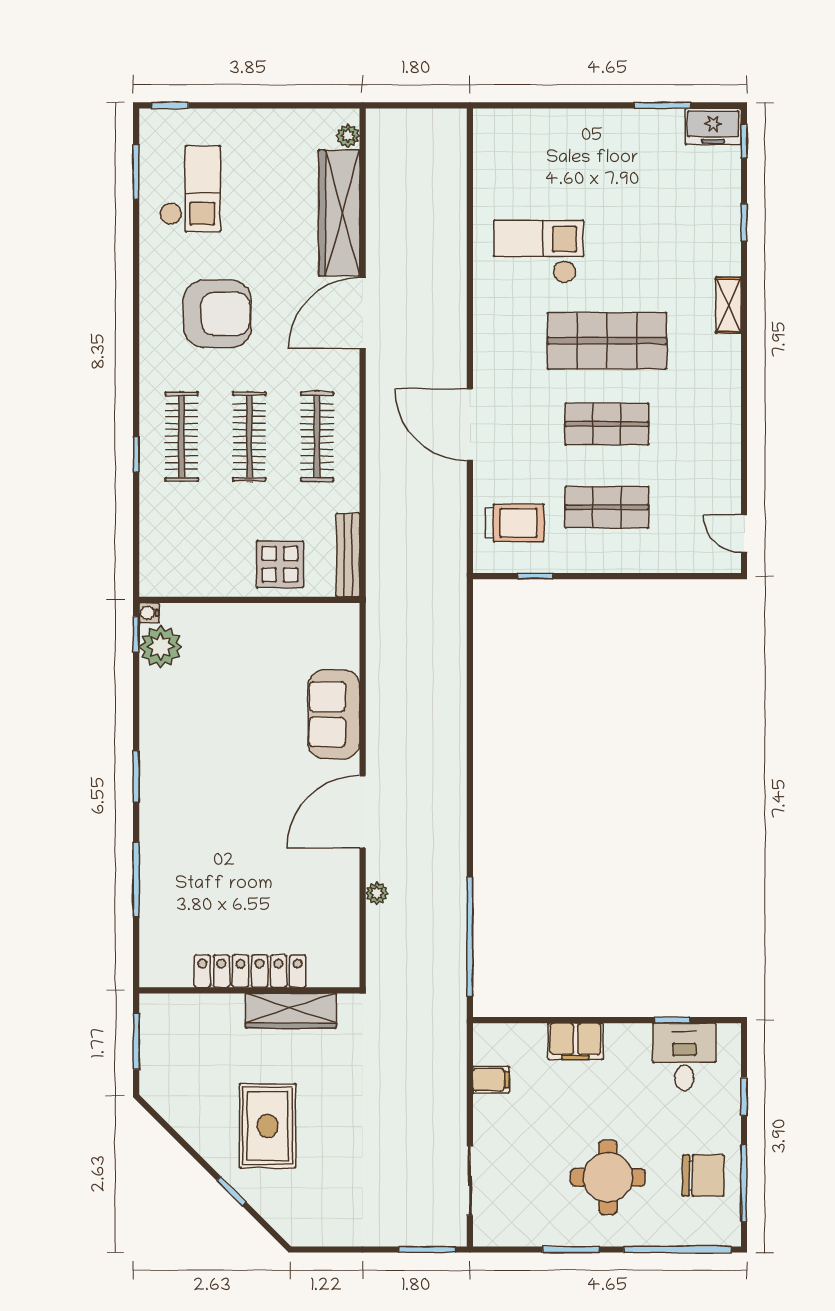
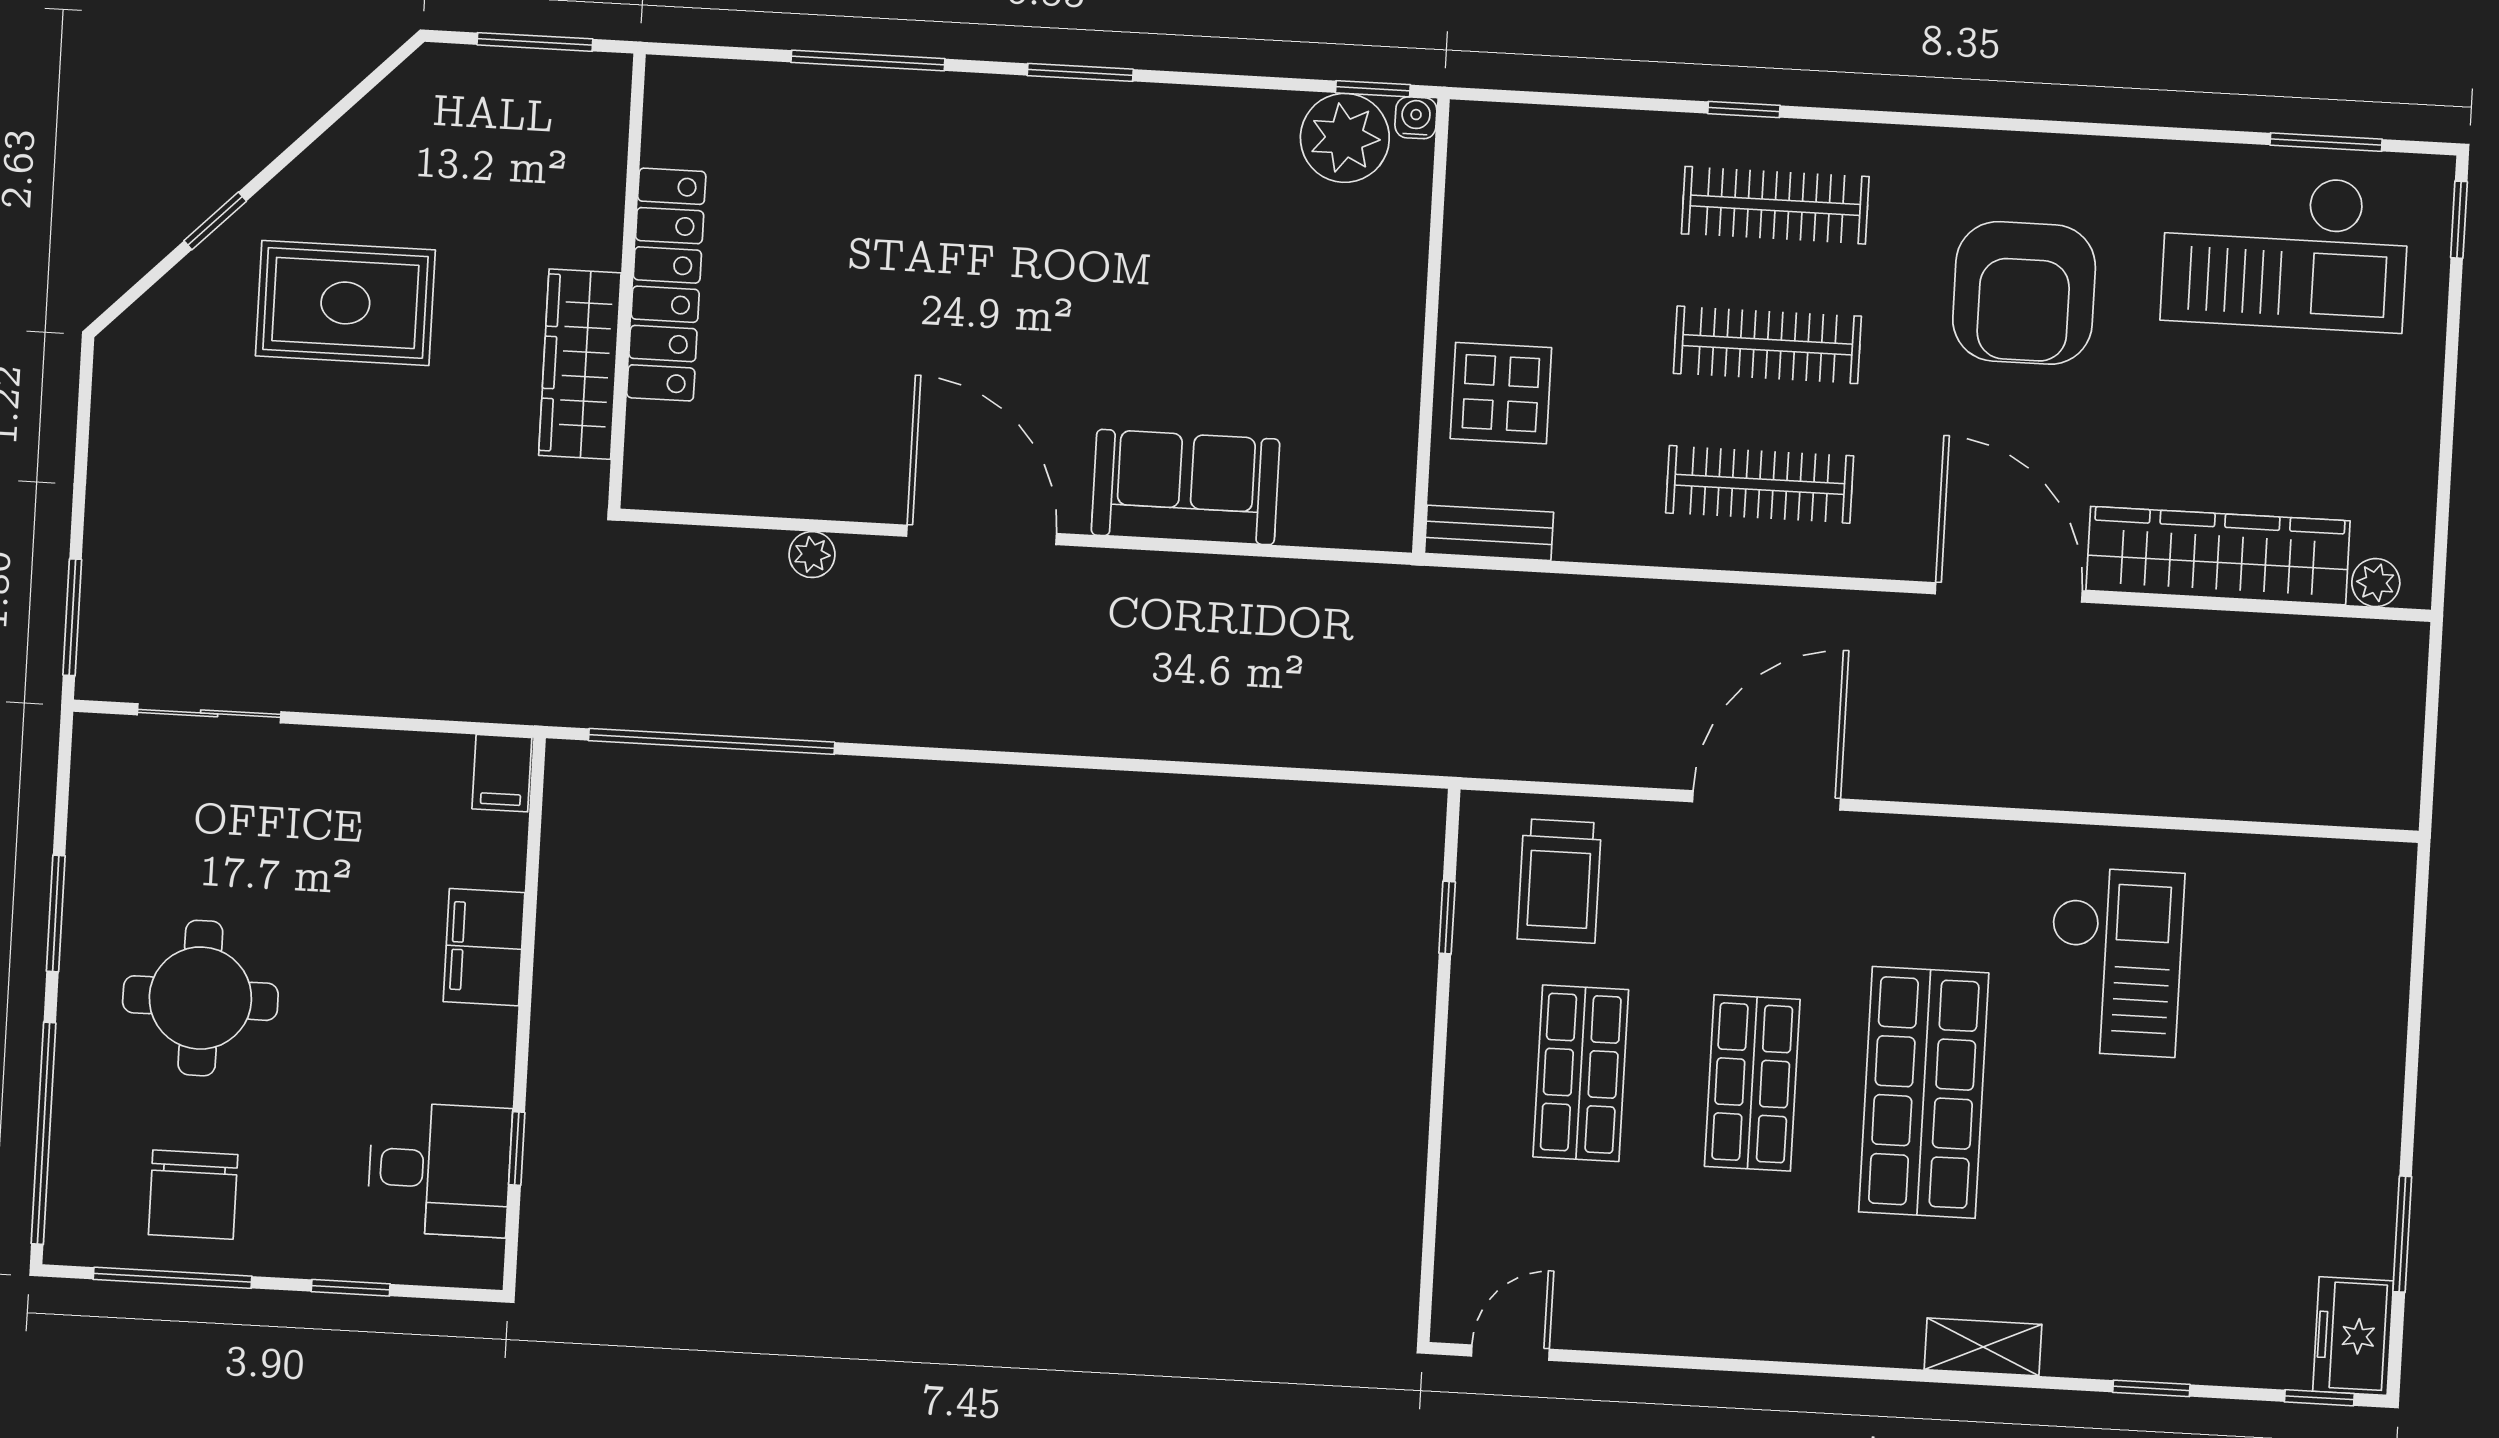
checkout: (190, 189) -> (2285, 251), width x1.36, depth x1.21
bench: (348, 555) -> (1489, 533), width x0.73
filing cabinet: (491, 1080) -> (502, 773), moved

